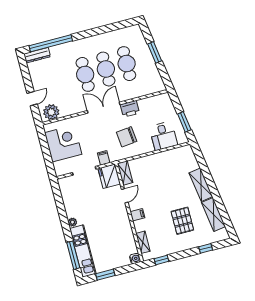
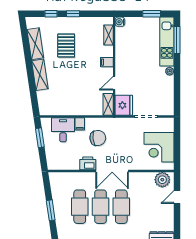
filing cabinet: (104, 158) -> (80, 124), moved
window: (161, 260) -> (73, 14), moved

